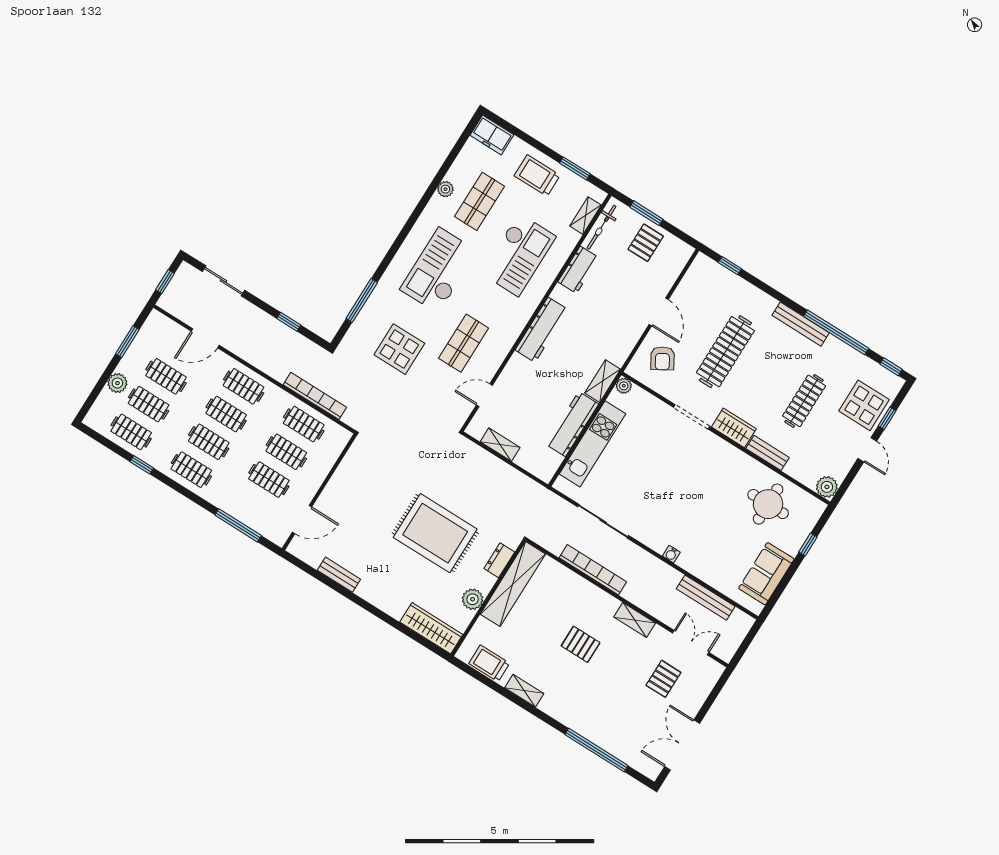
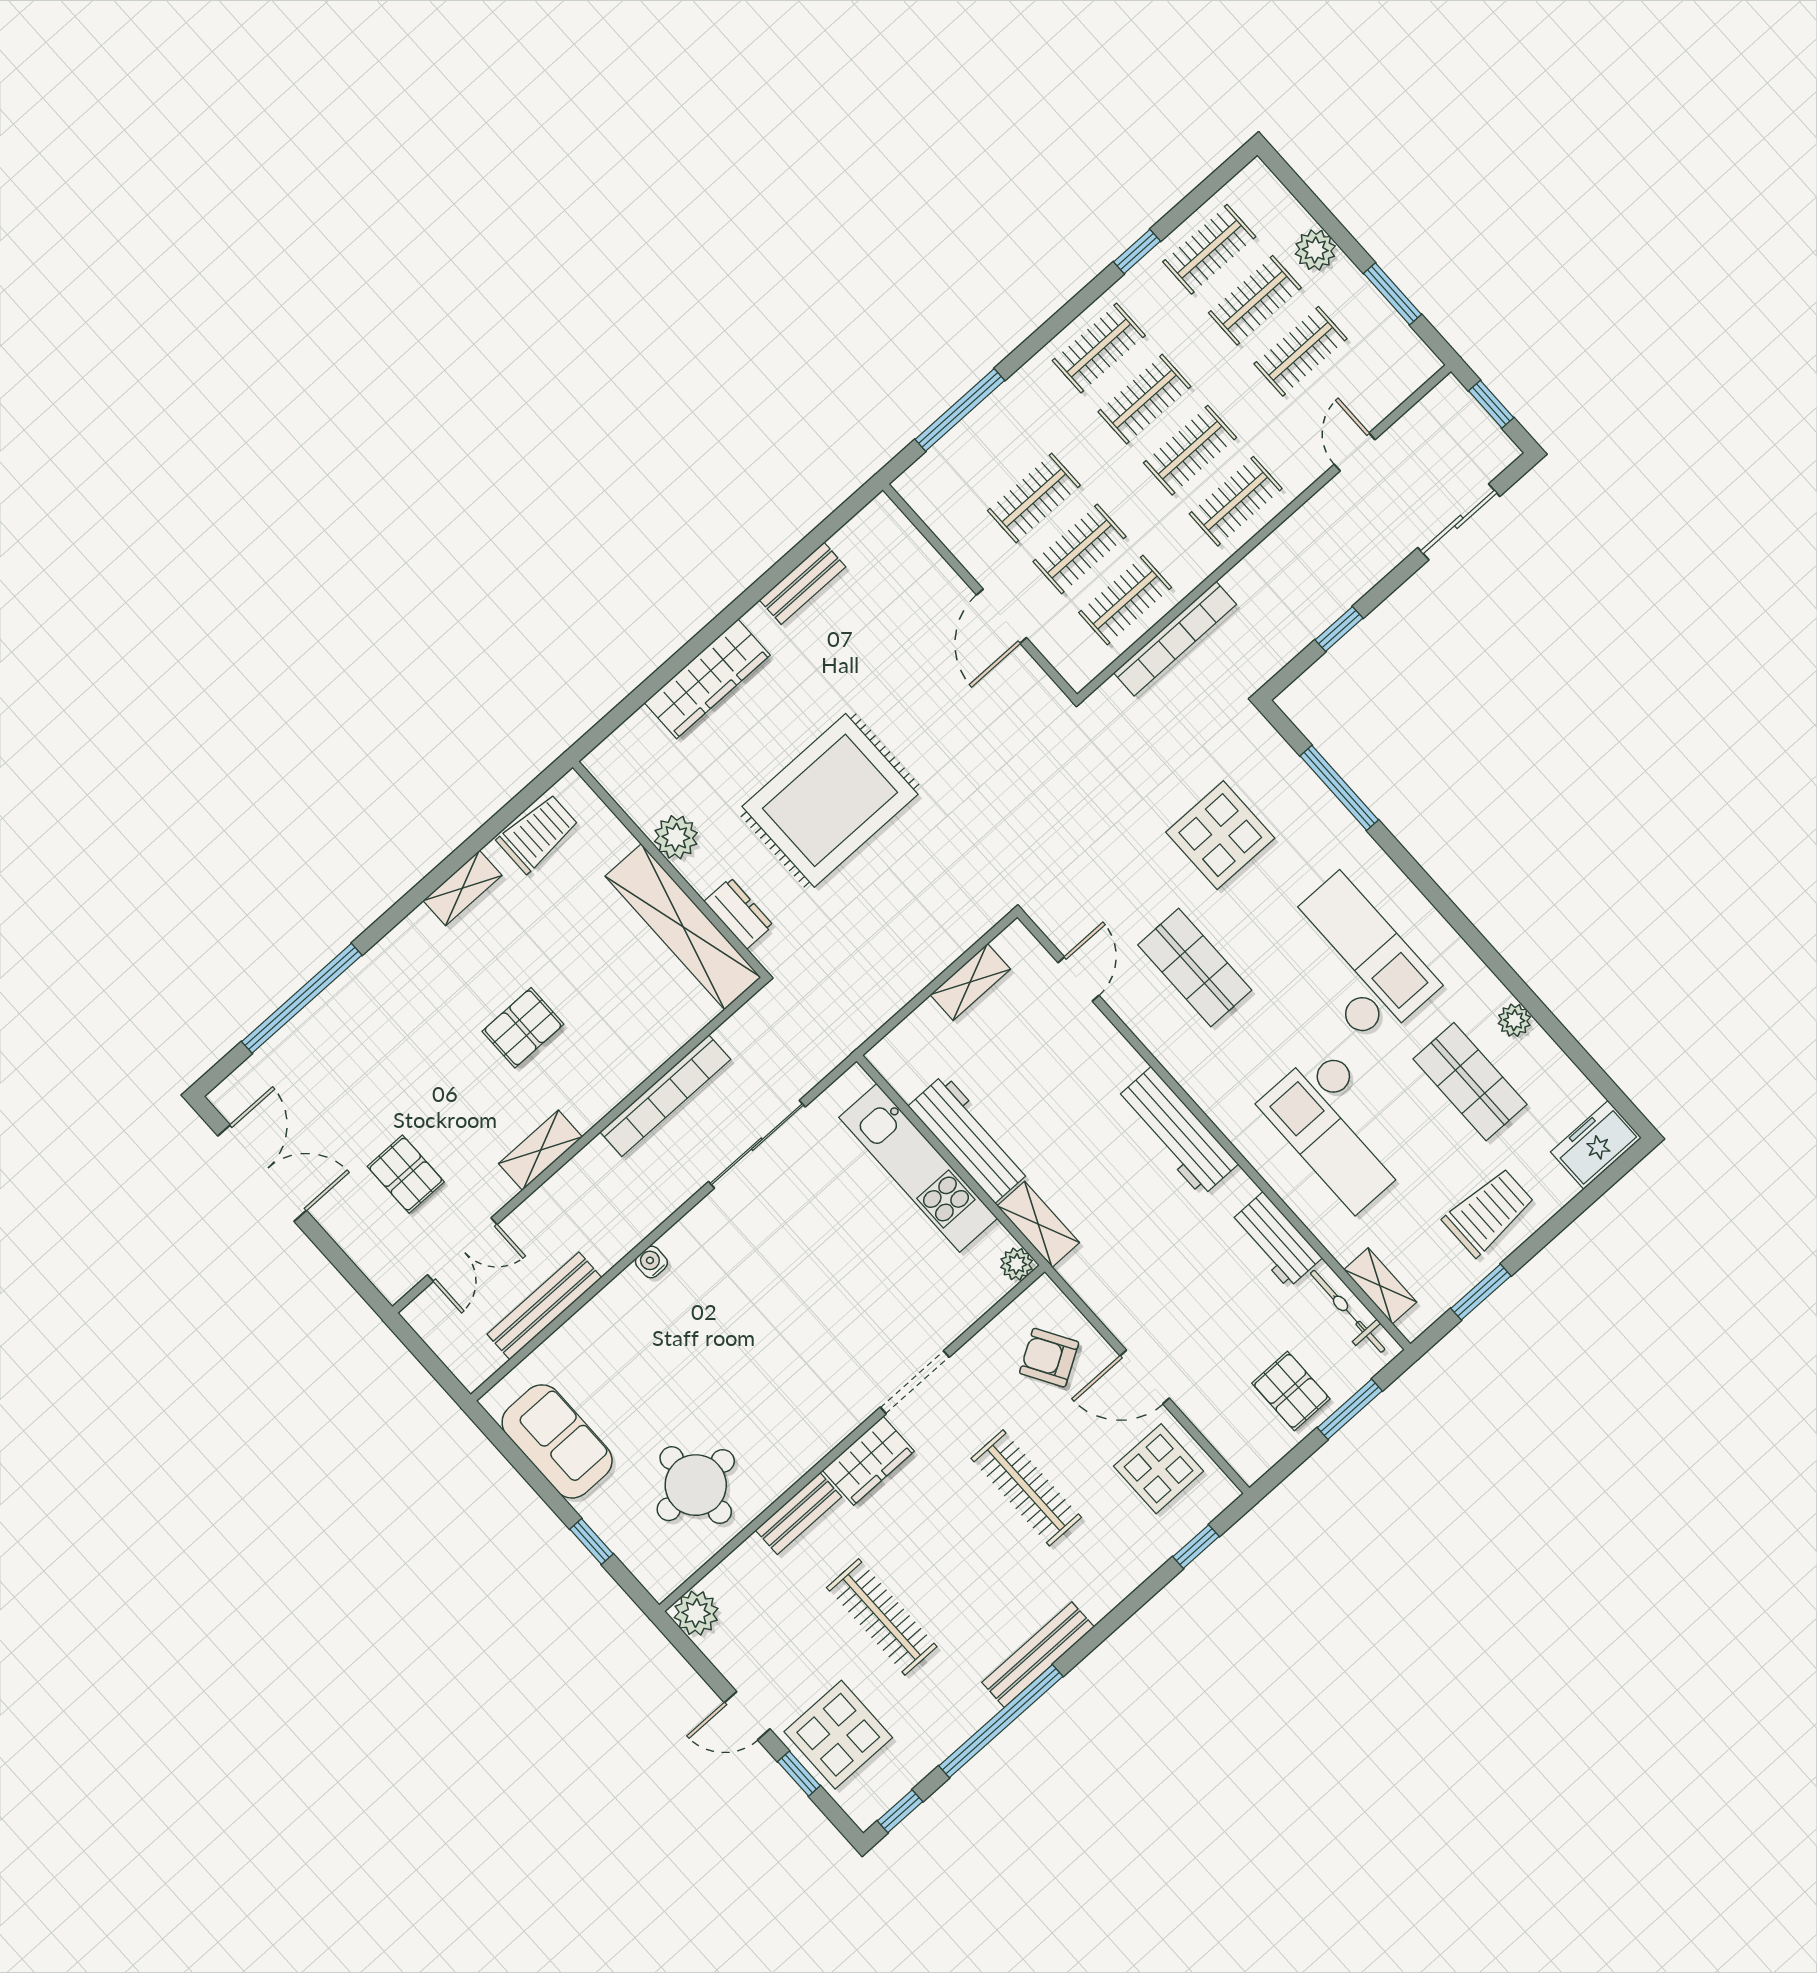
display table: (699, 293) -> (1159, 1469), added
door: (205, 338) -> (1355, 452), width x0.73
clothes rail: (725, 352) -> (1026, 1488), width x0.73, depth x0.76
door: (302, 520) -> (1002, 616), moved
wardrobe: (431, 628) -> (707, 679), moved

